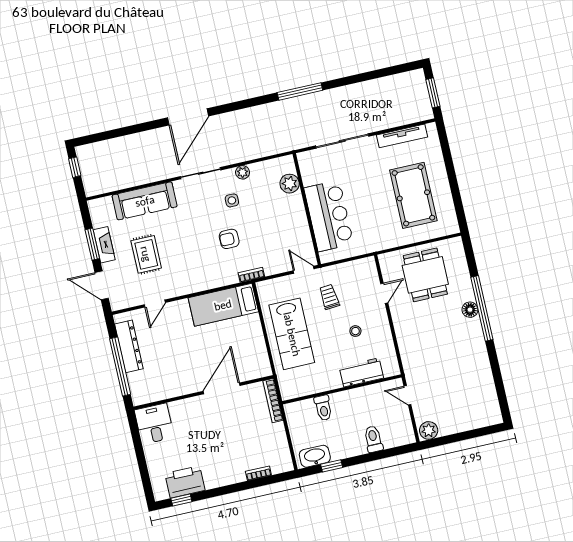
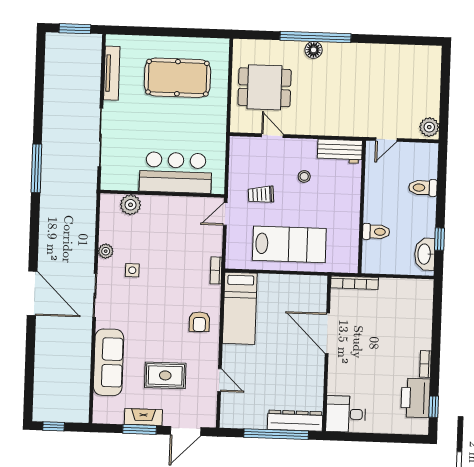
armchair: (229, 239) -> (199, 322), moved
dresser: (129, 346) -> (295, 421), moved
workbench: (361, 372) -> (340, 151), moved, turned -90
bookcase: (258, 473) -> (425, 364), moved

